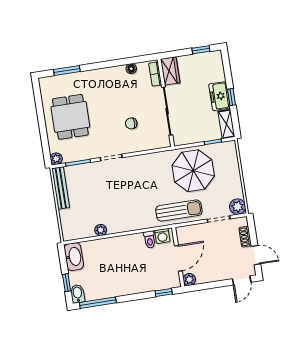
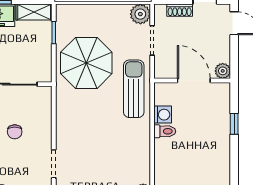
wall: (178, 257) -> (192, 80), moved
door: (178, 258) -> (194, 80), moved
plant: (189, 279) -> (223, 71), moved

